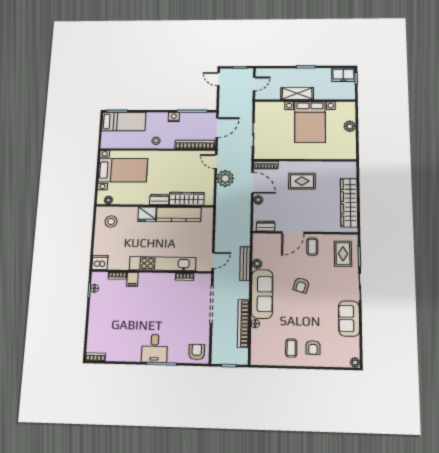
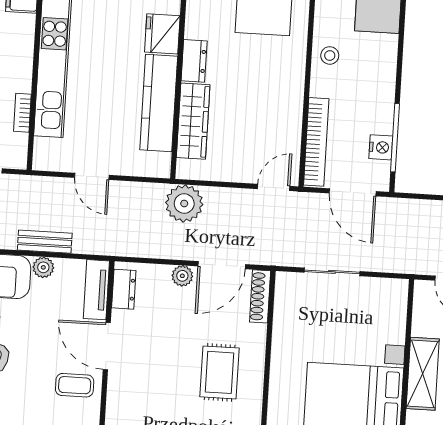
nightstand: (174, 117) -> (381, 147), moved
plant: (225, 178) -> (184, 203), moved
tv unit: (266, 239) -> (96, 290), added
door: (213, 260) -> (92, 176), moved
bench: (245, 264) -> (45, 242), width x0.73

